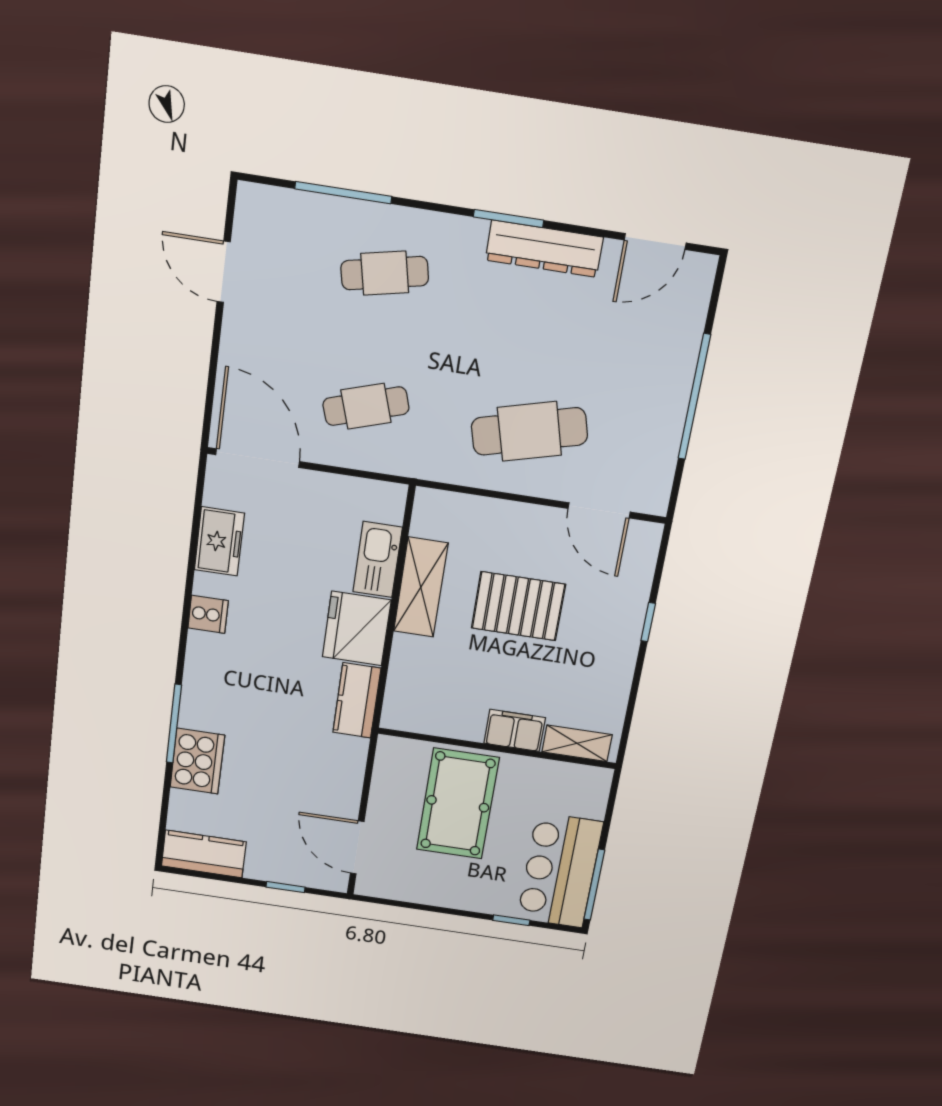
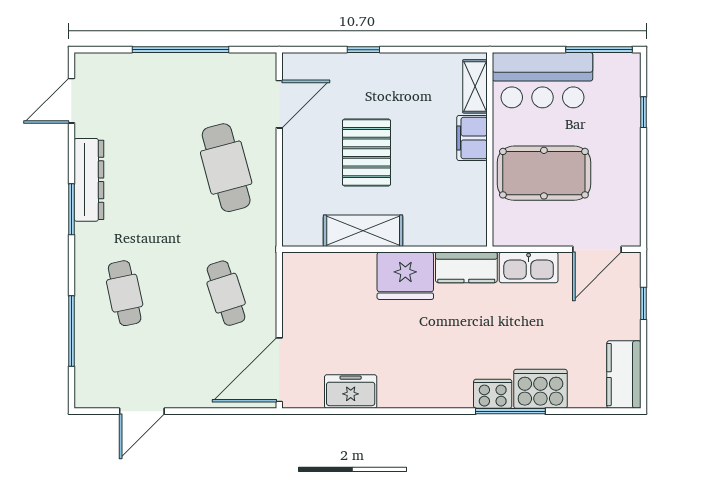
door: (655, 242) -> (71, 101), swing flipped
kitchen sink: (378, 560) -> (529, 267), moved
cooker: (208, 614) -> (493, 394), moved, width x1.36
bar counter: (560, 871) -> (543, 80), moved

